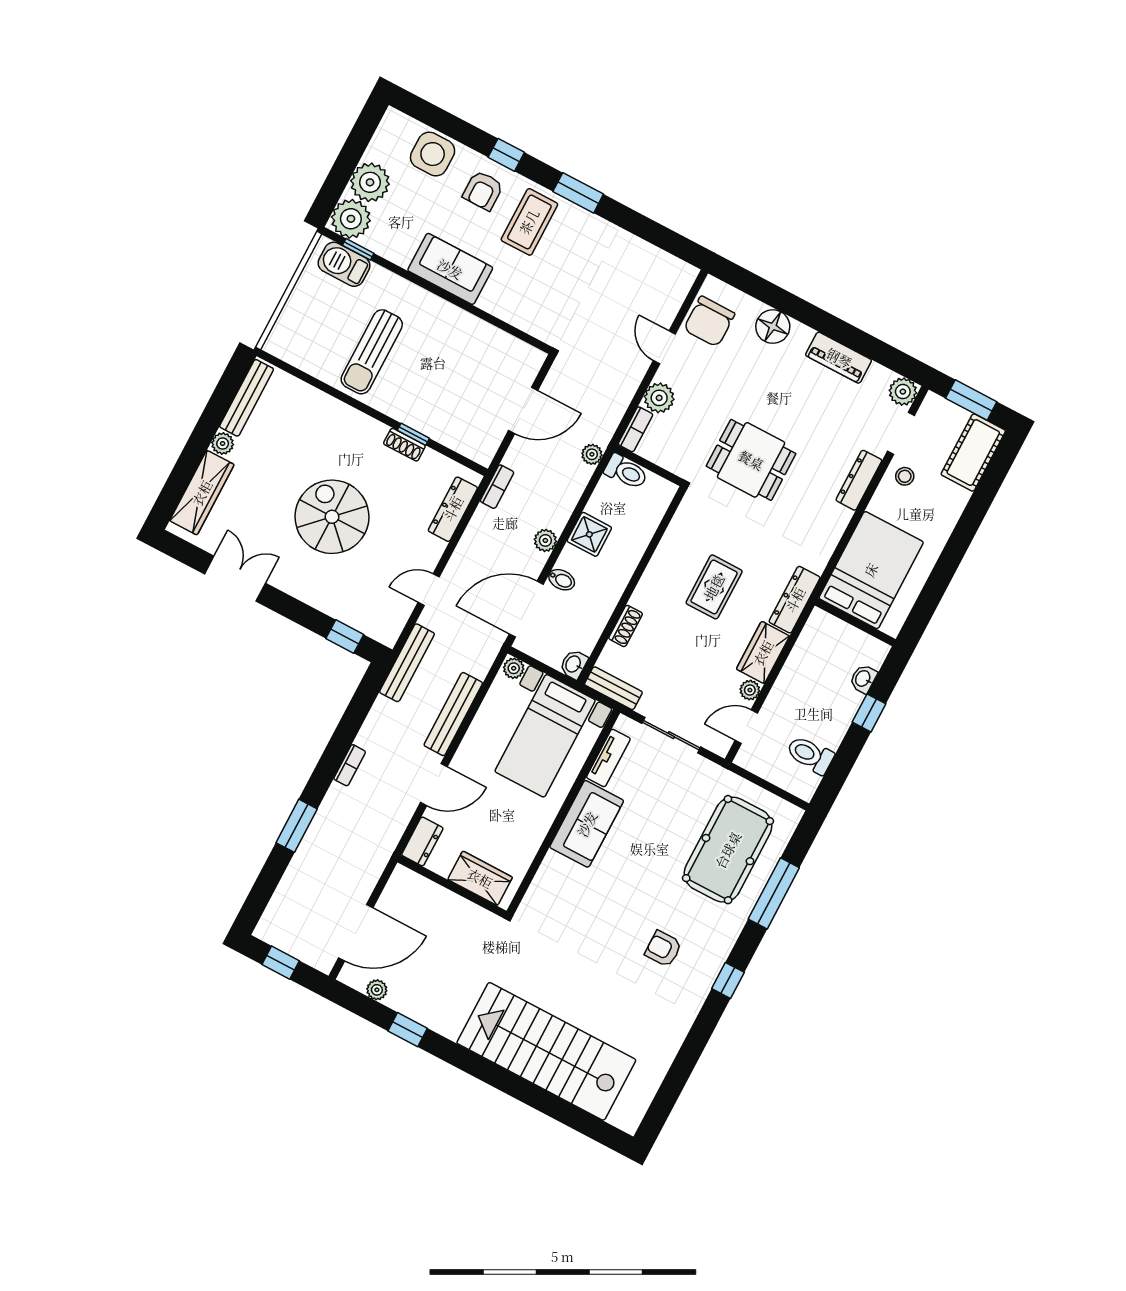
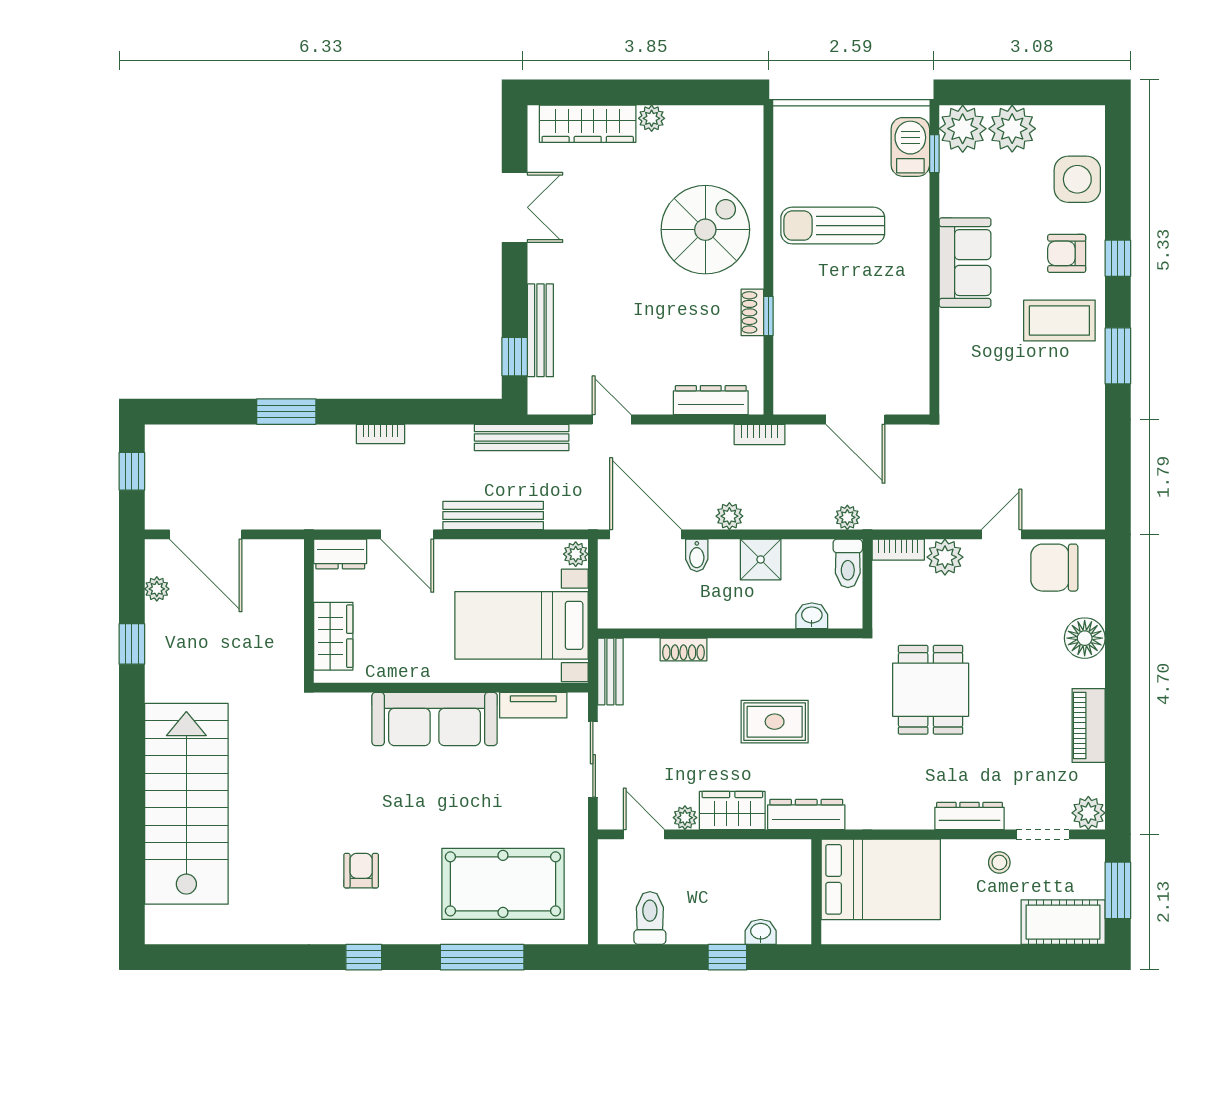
bench: (247, 398) -> (540, 330), moved, turned 90
spiral stairs: (332, 517) -> (705, 230), moved
washbasin: (574, 664) -> (812, 616), moved
sofa: (587, 824) -> (435, 719), width x1.36

